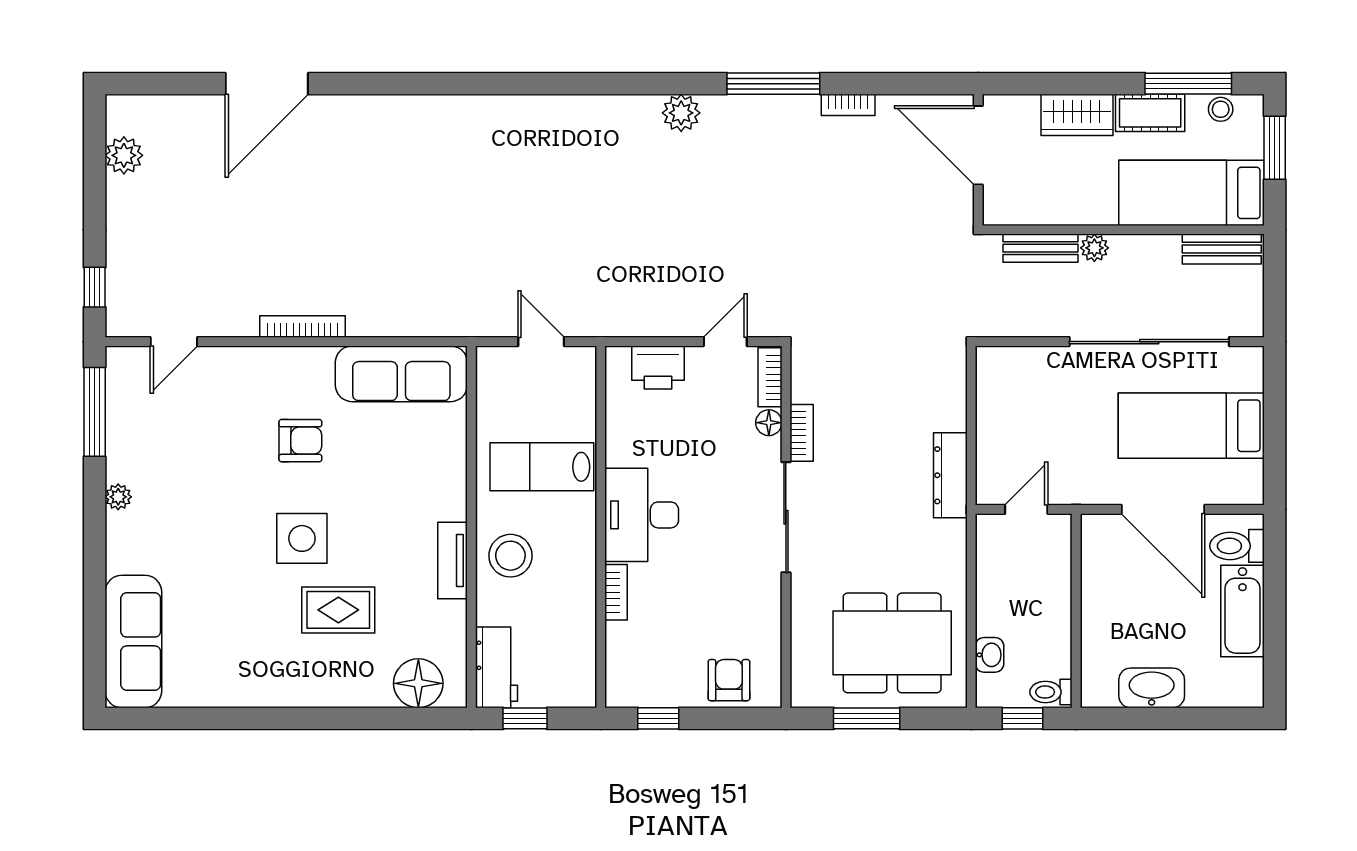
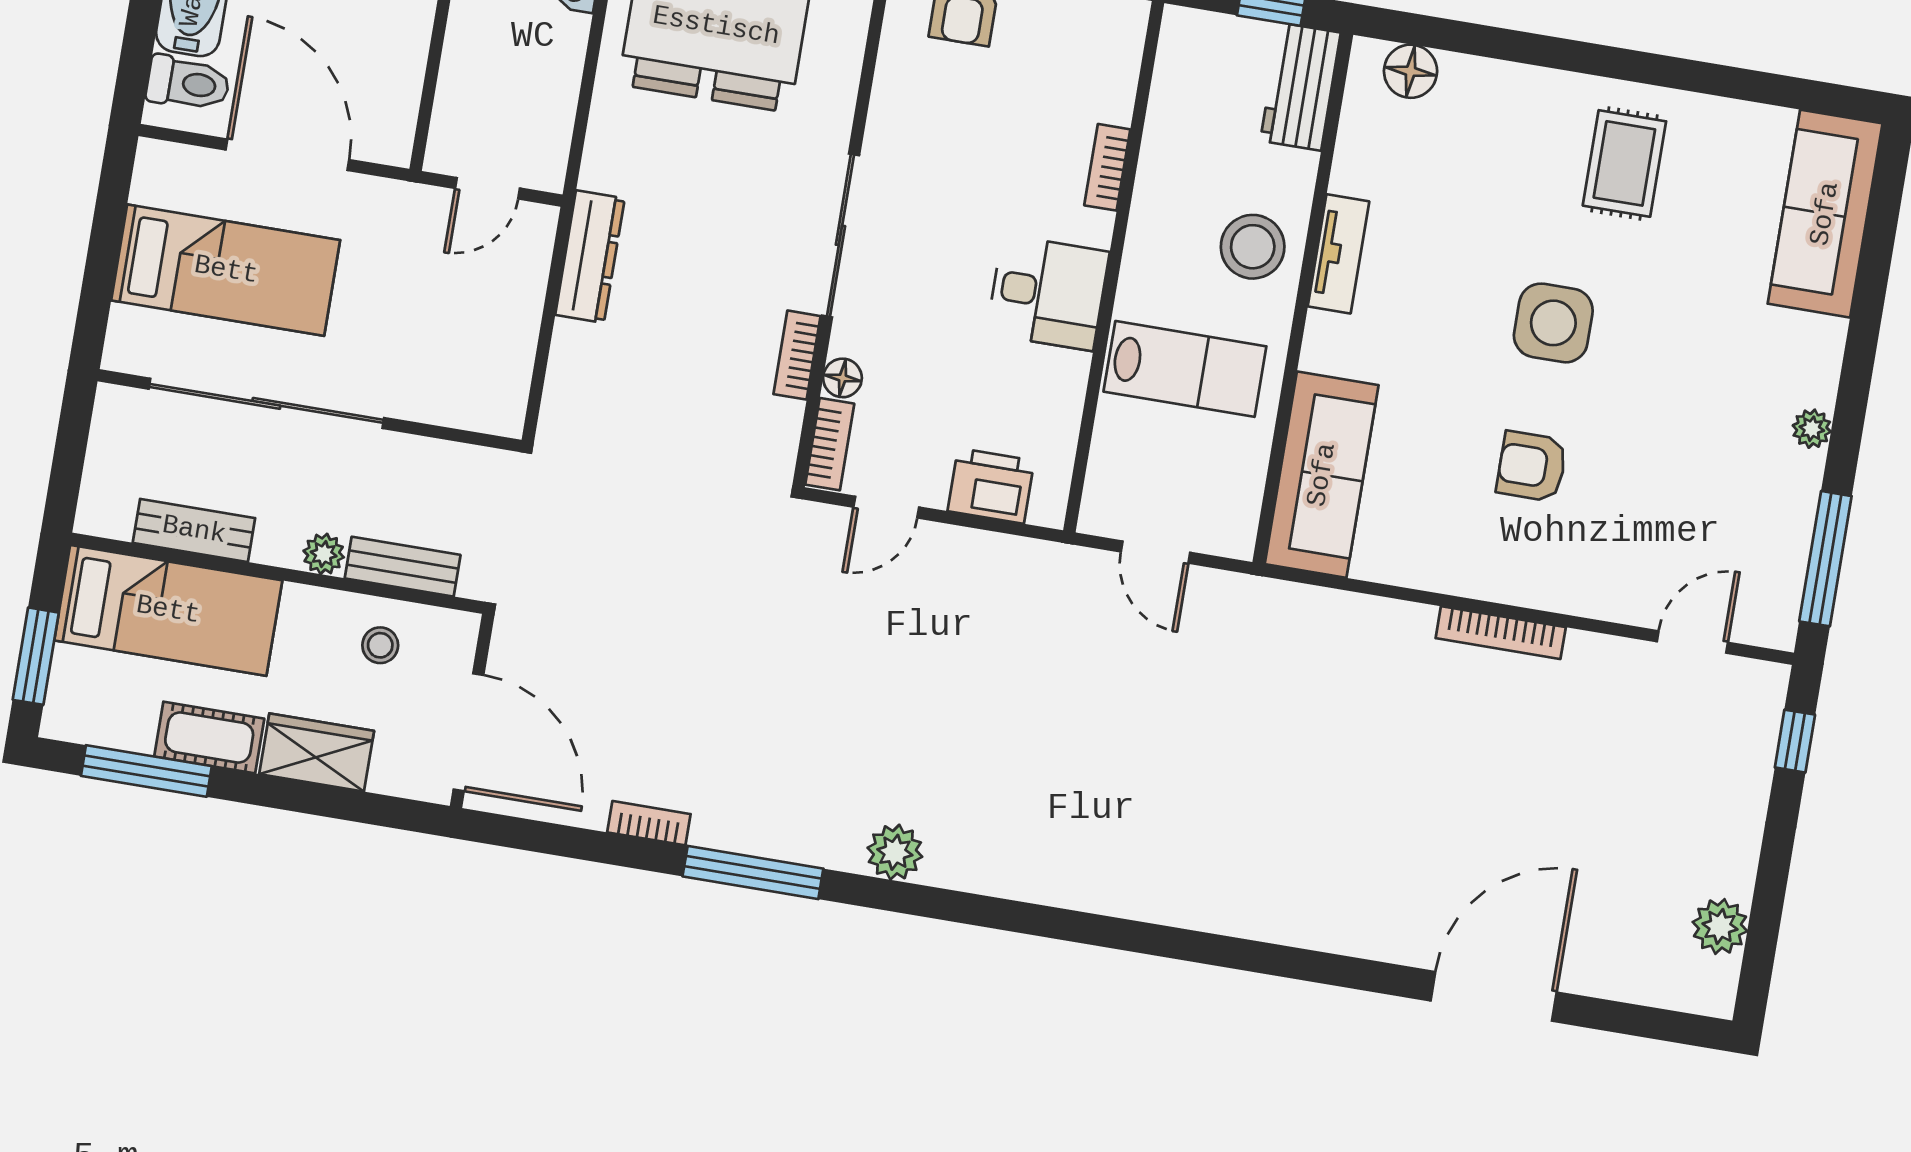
stool: (1221, 109) -> (380, 645), moved
bench: (1222, 249) -> (194, 530), moved
sofa: (401, 374) -> (1322, 475), moved, turned 90
desk: (642, 515) -> (1048, 293), width x0.73
rug: (338, 610) -> (1624, 163), moved, turned 90
floor lamp: (418, 683) -> (1411, 71), width x0.73, depth x0.73

